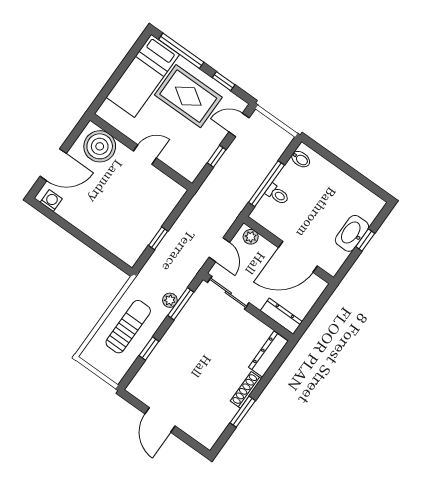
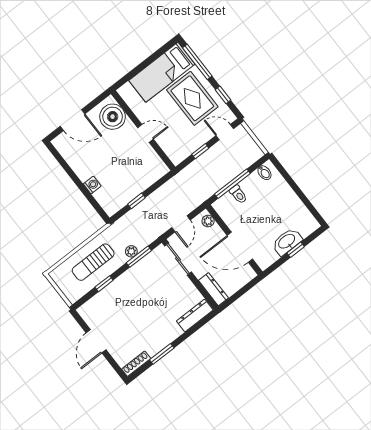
washing machine: (51, 201) -> (92, 185), moved
sun lounger: (128, 327) -> (93, 262), turned 180
shoe rack: (246, 390) -> (136, 364), moved

